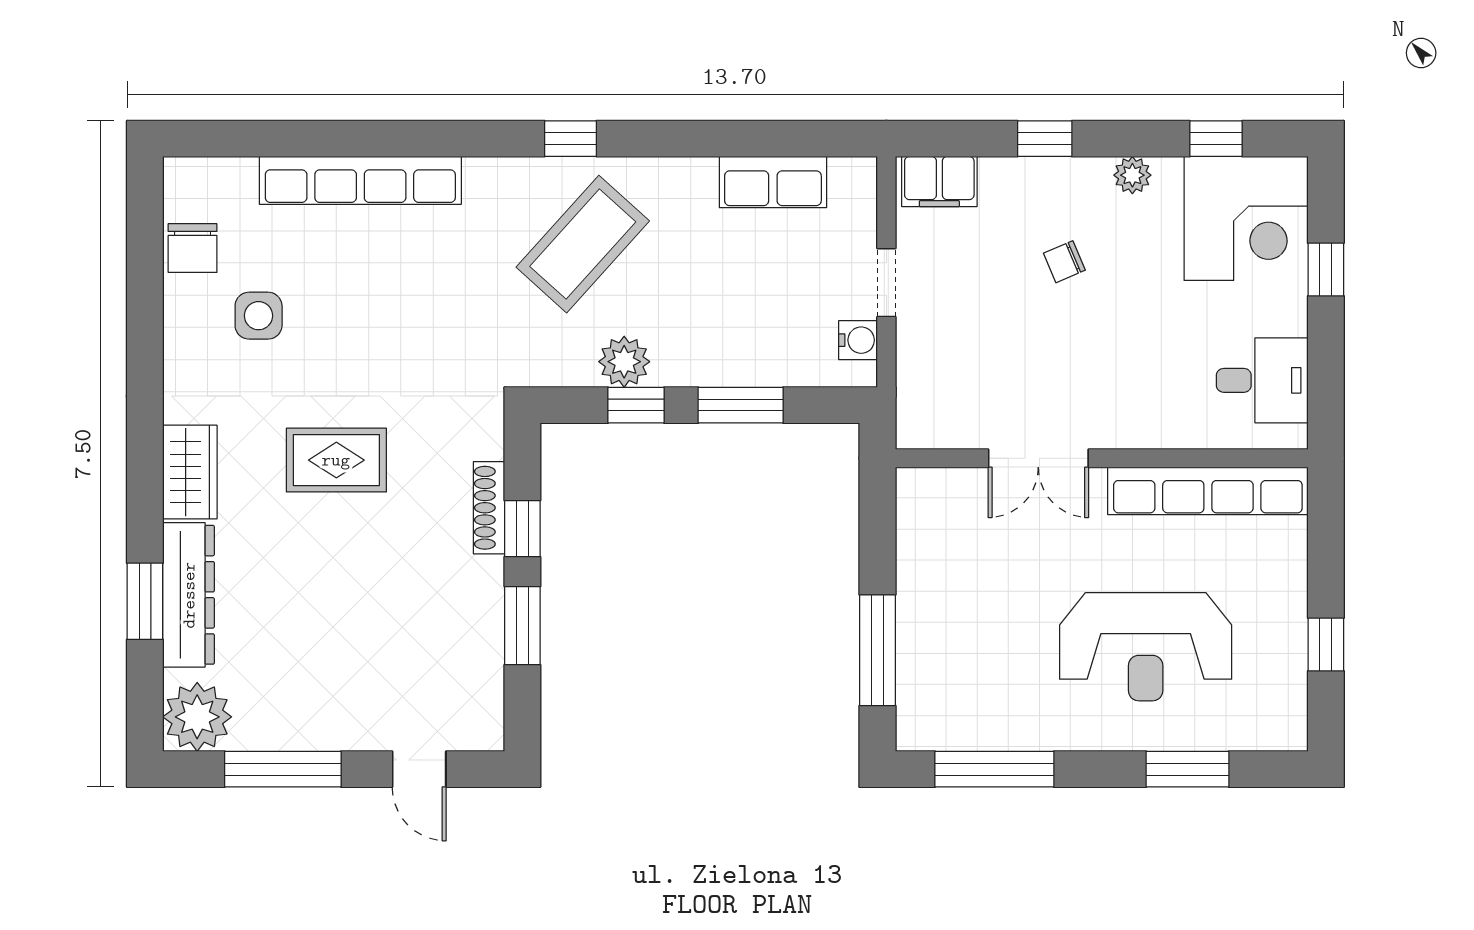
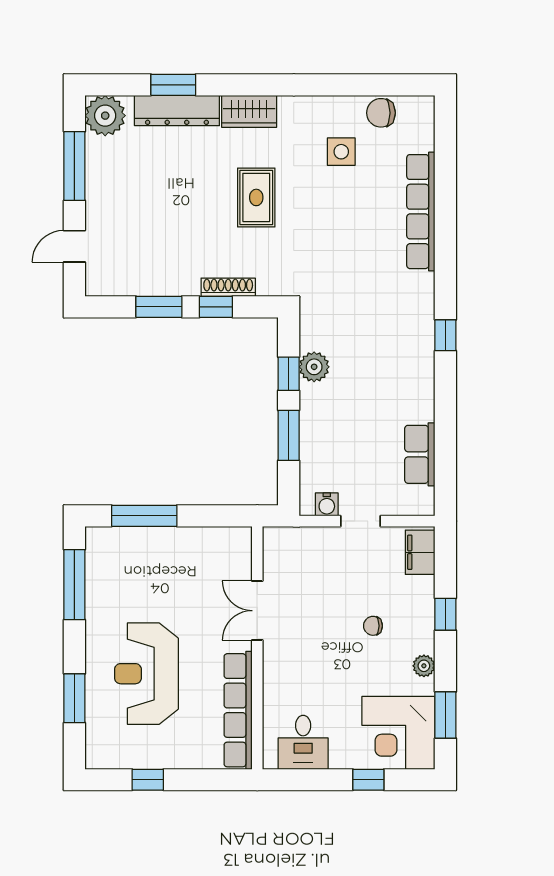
window: (1216, 139) -> (445, 715), width x1.50
coffee table: (583, 244) -> (383, 342), removed
chair: (1064, 262) -> (373, 626), turned -67

